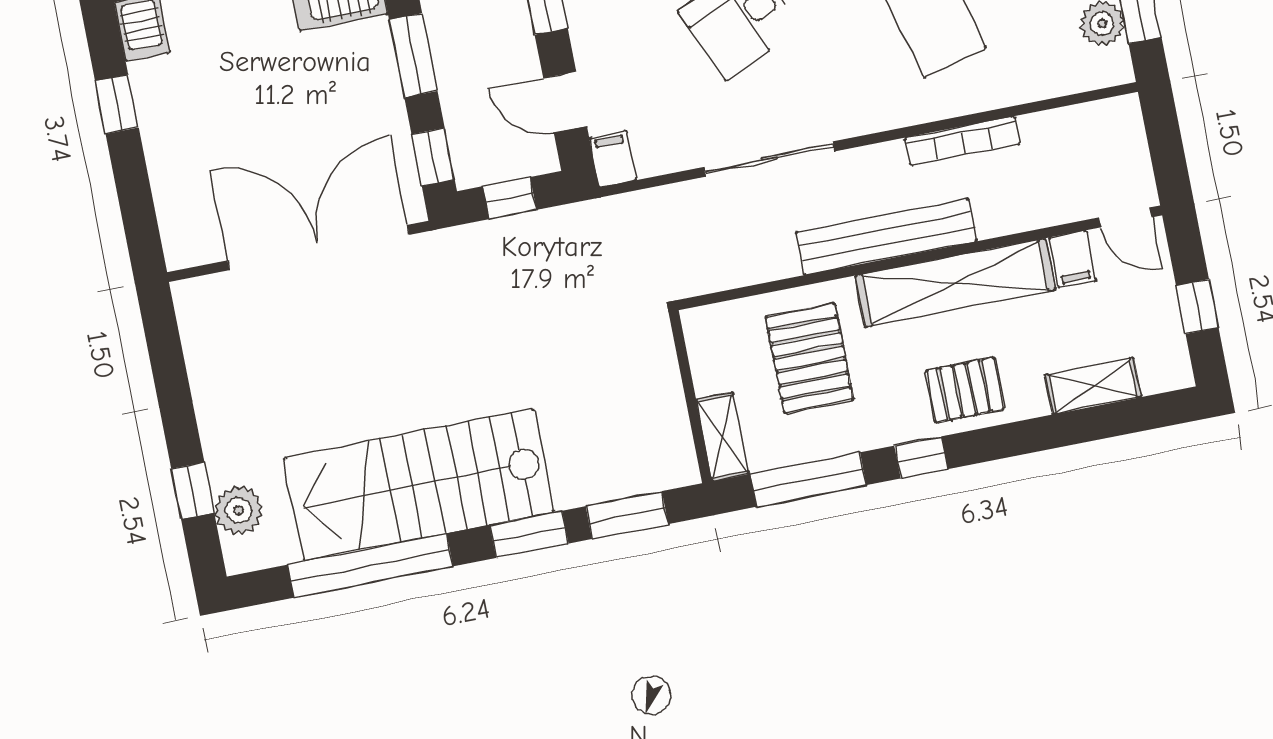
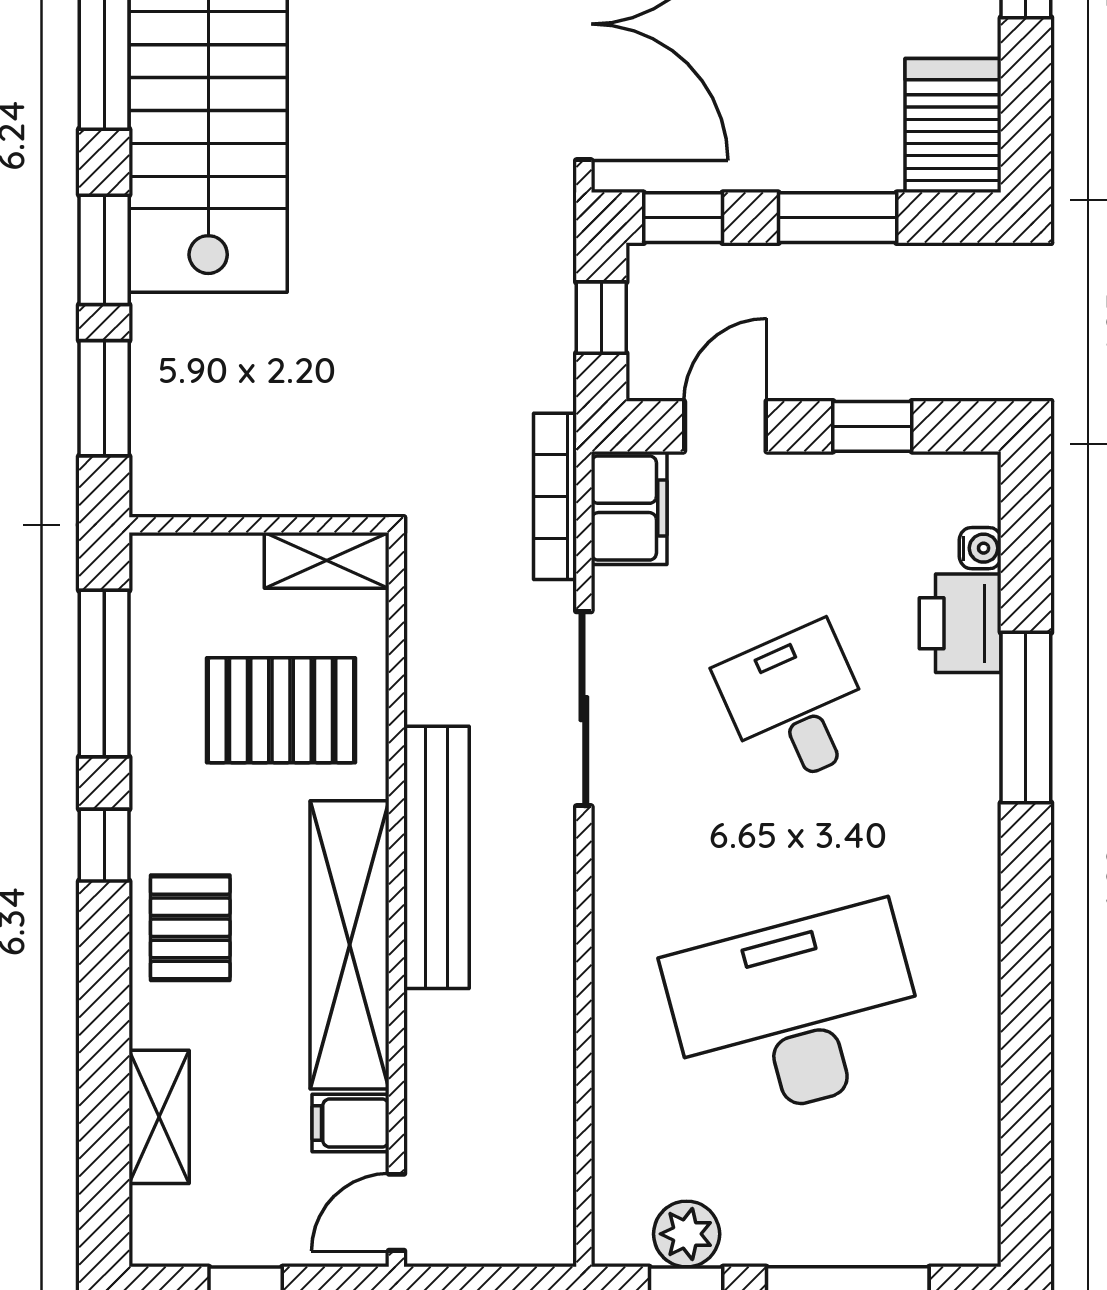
bookcase: (963, 141) -> (555, 496), moved
filing cabinet: (613, 159) -> (629, 508), width x2.00
shelving: (722, 437) -> (327, 560), moved

